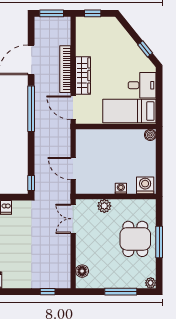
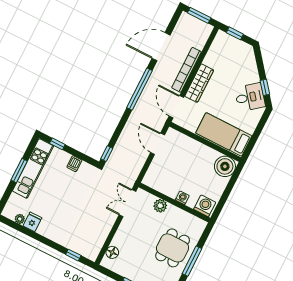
desk: (142, 85) -> (250, 97), moved, turned -39
boiler: (150, 135) -> (225, 166), width x1.86, depth x1.86
door: (73, 168) -> (158, 144), moved

